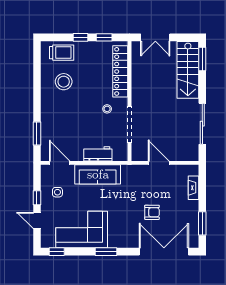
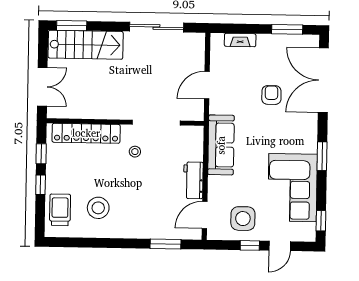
workbench: (98, 154) -> (193, 180), moved
sofa: (98, 174) -> (221, 145), moved
side table: (57, 192) -> (243, 219), width x1.87, depth x1.87

